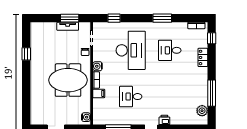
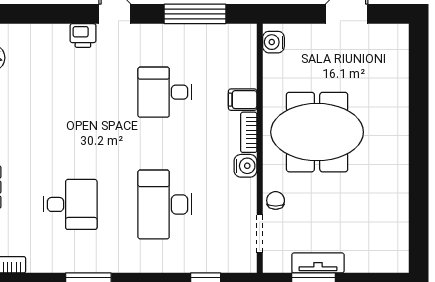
desk: (131, 50) -> (165, 204), width x0.73, depth x0.77
window: (26, 54) -> (419, 196), removed
desk: (131, 97) -> (165, 92), turned 180

